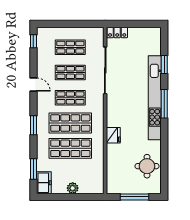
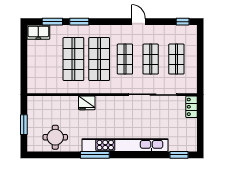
window: (164, 64) -> (179, 155), moved
door: (33, 85) -> (138, 22), swing flipped
window: (164, 104) -> (95, 155), moved
window: (33, 125) -> (79, 22), moved
plant: (73, 188) -> (33, 61), removed
window: (135, 197) -> (24, 125), width x0.69

